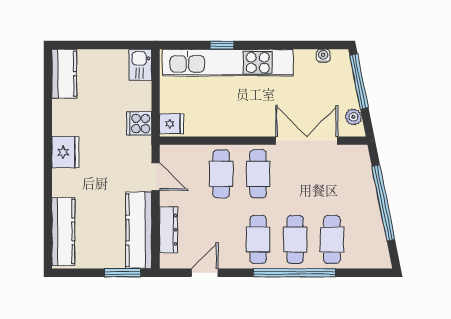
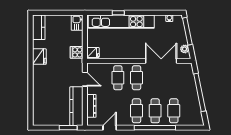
fridge: (65, 152) -> (39, 57), moved
kitchen counter: (63, 231) -> (38, 107), removed

